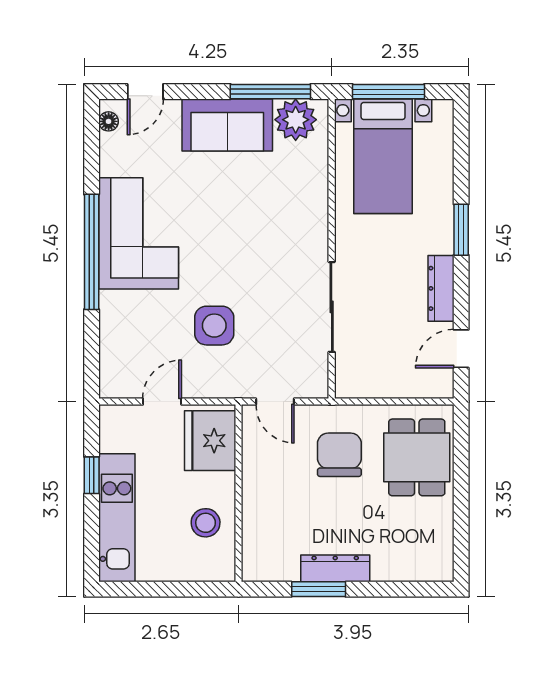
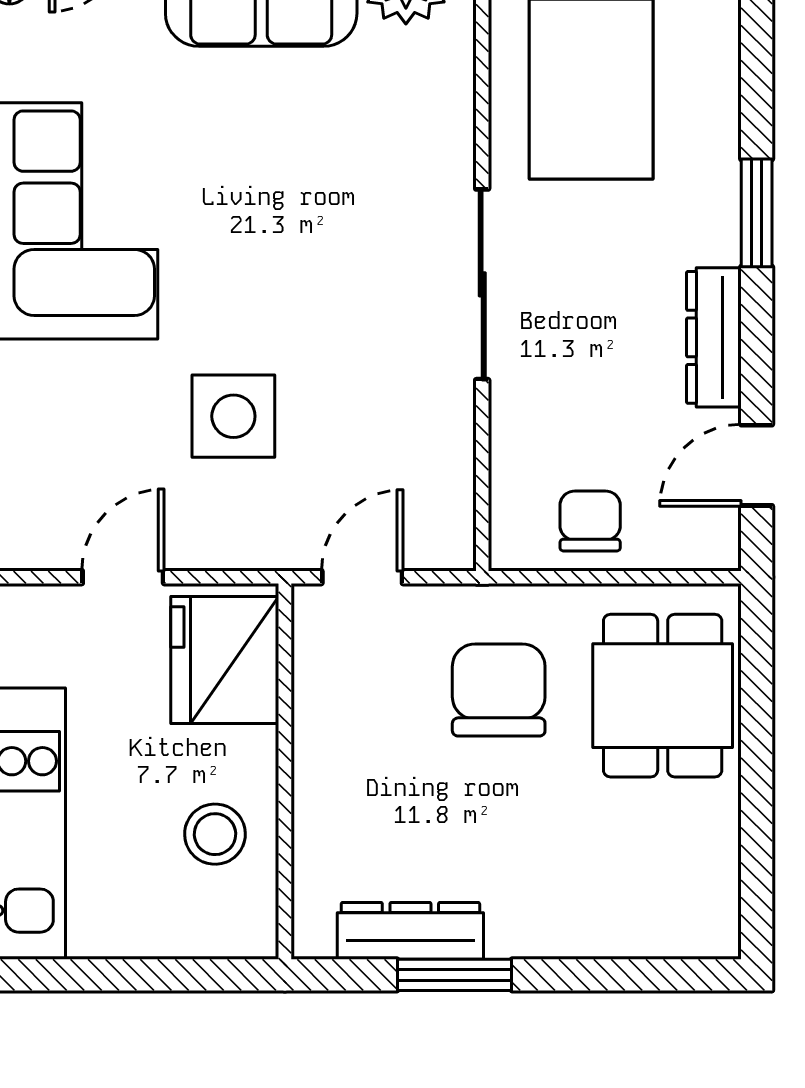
sliding door: (332, 307) -> (482, 284), moved
chair: (383, 375) -> (590, 521), added
door: (275, 402) -> (362, 577), swing flipped
dresser: (335, 568) -> (410, 931), moved

